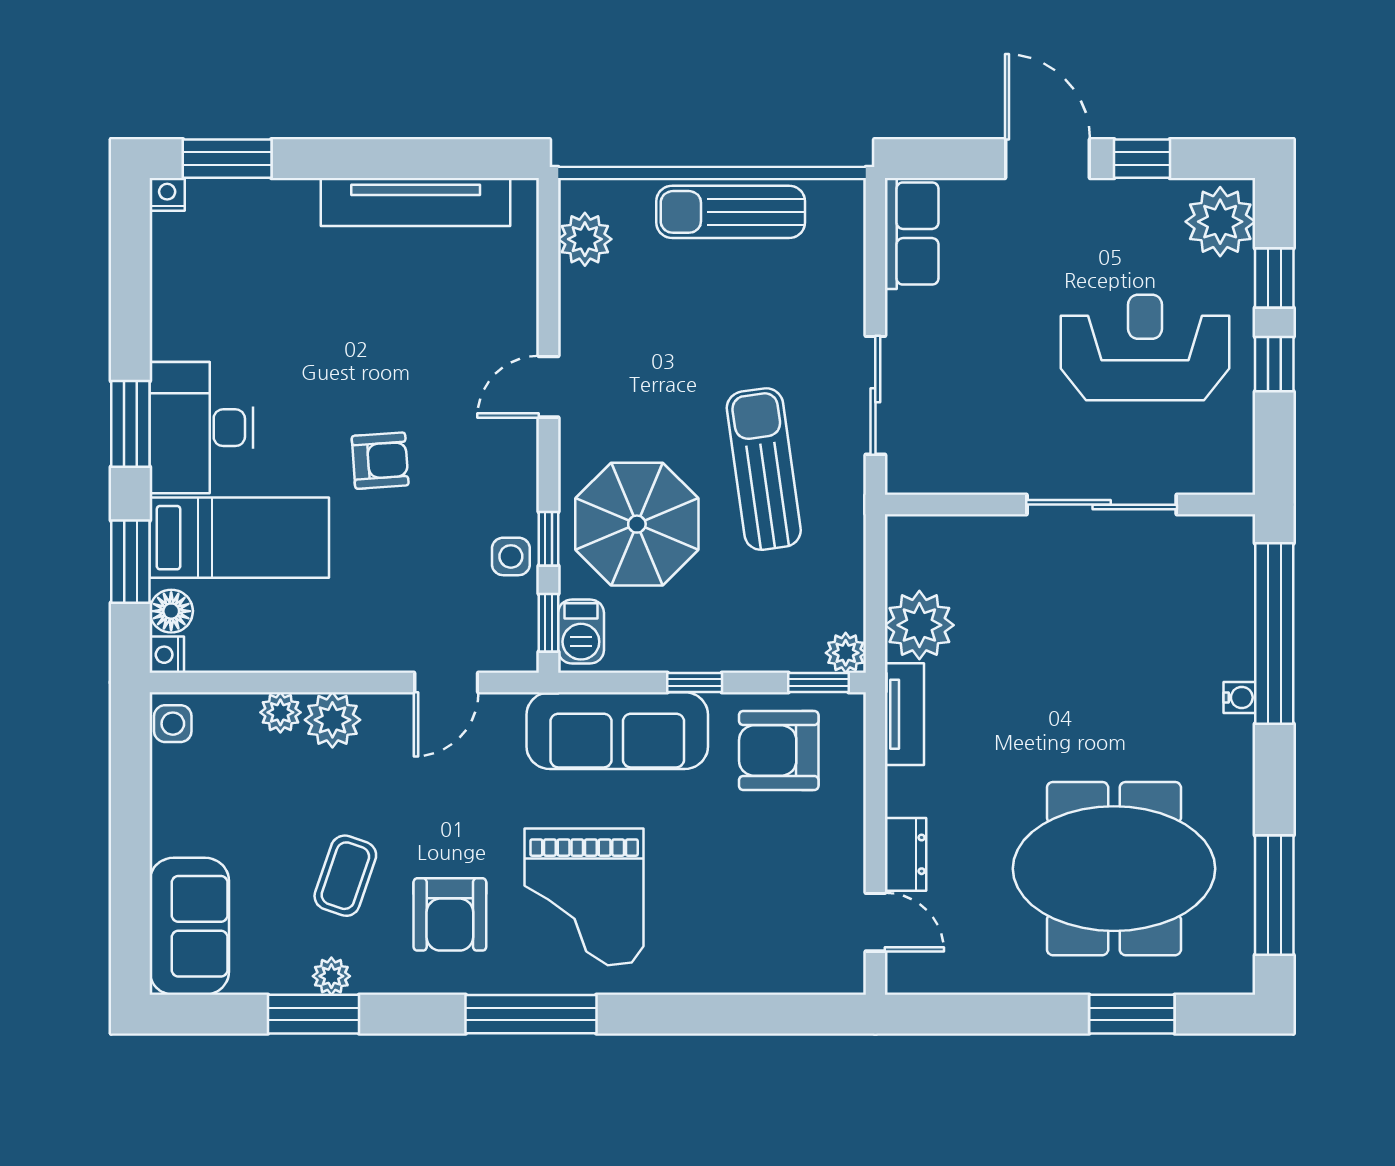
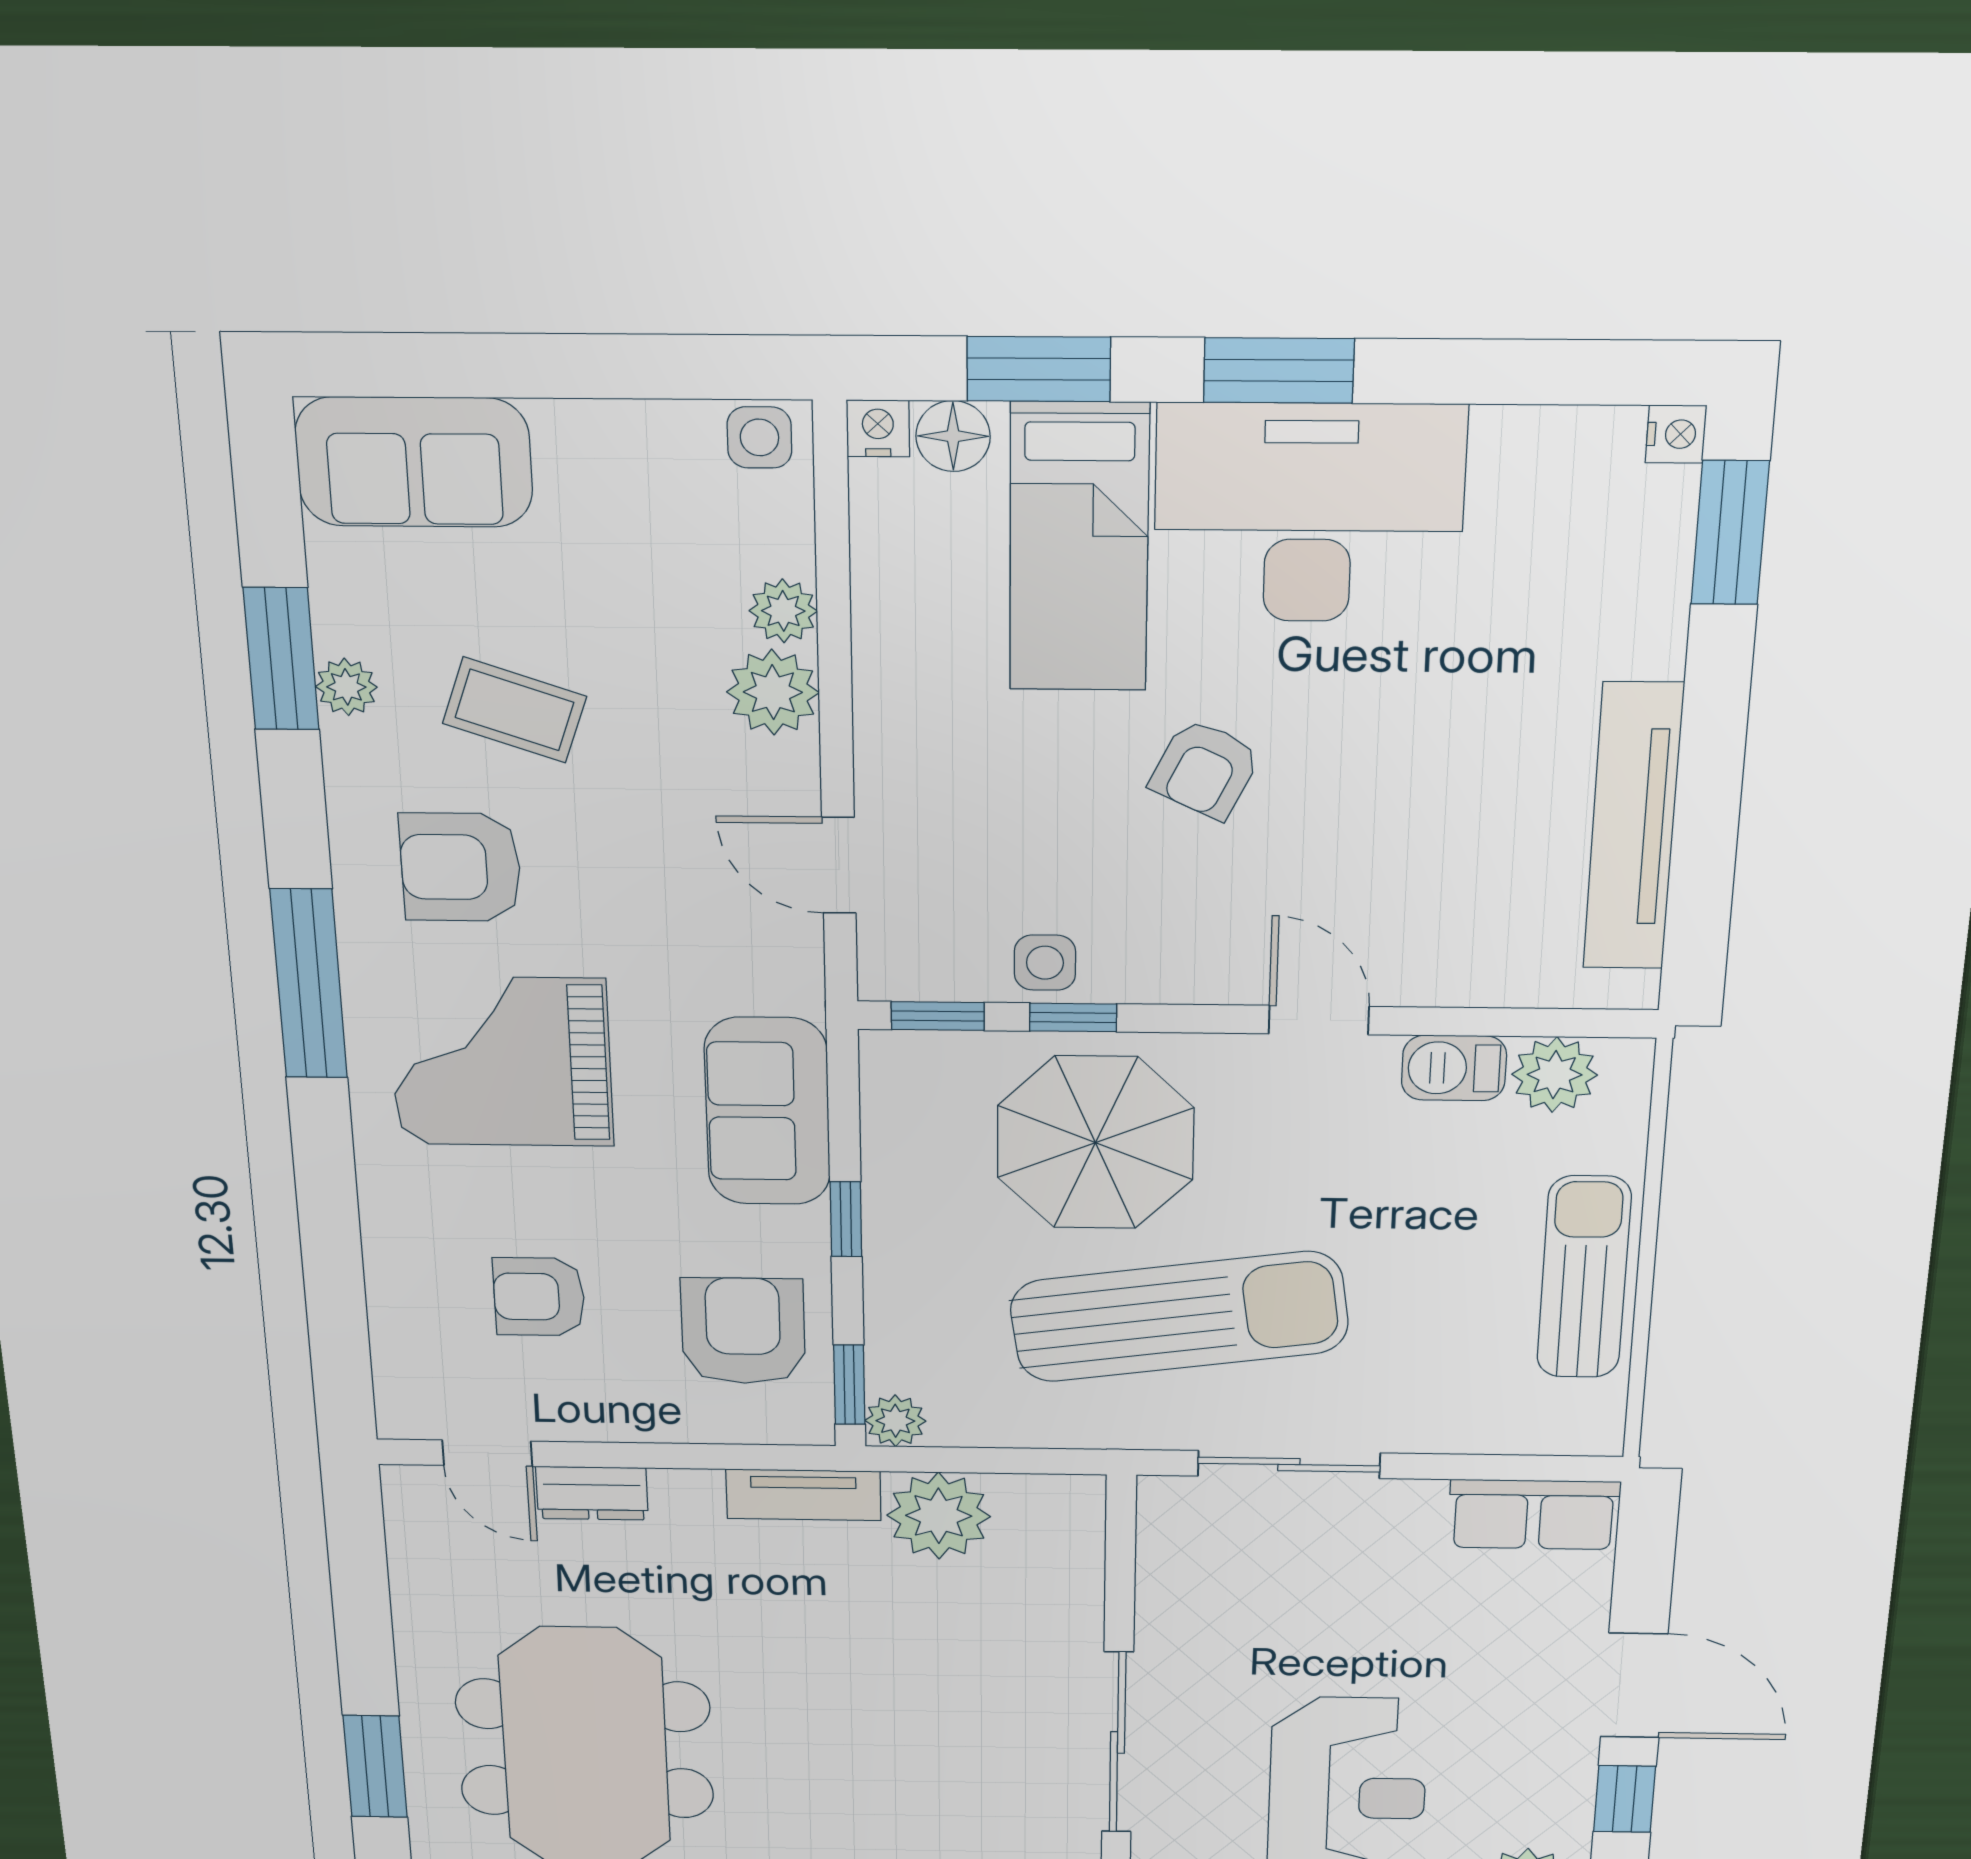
door: (1048, 159) -> (1634, 1685), hinge flipped
desk: (201, 428) -> (1309, 513), width x1.36, depth x1.30
armchair: (380, 461) -> (1205, 769), turned 30
sun lounger: (764, 469) -> (1179, 1317), width x1.36, depth x1.34
barbecue: (581, 631) -> (1454, 1068), moved
sofa: (617, 731) -> (767, 1111), width x0.73
armchair: (755, 882) -> (539, 1297), added
door: (875, 922) -> (487, 1453), hinge flipped

